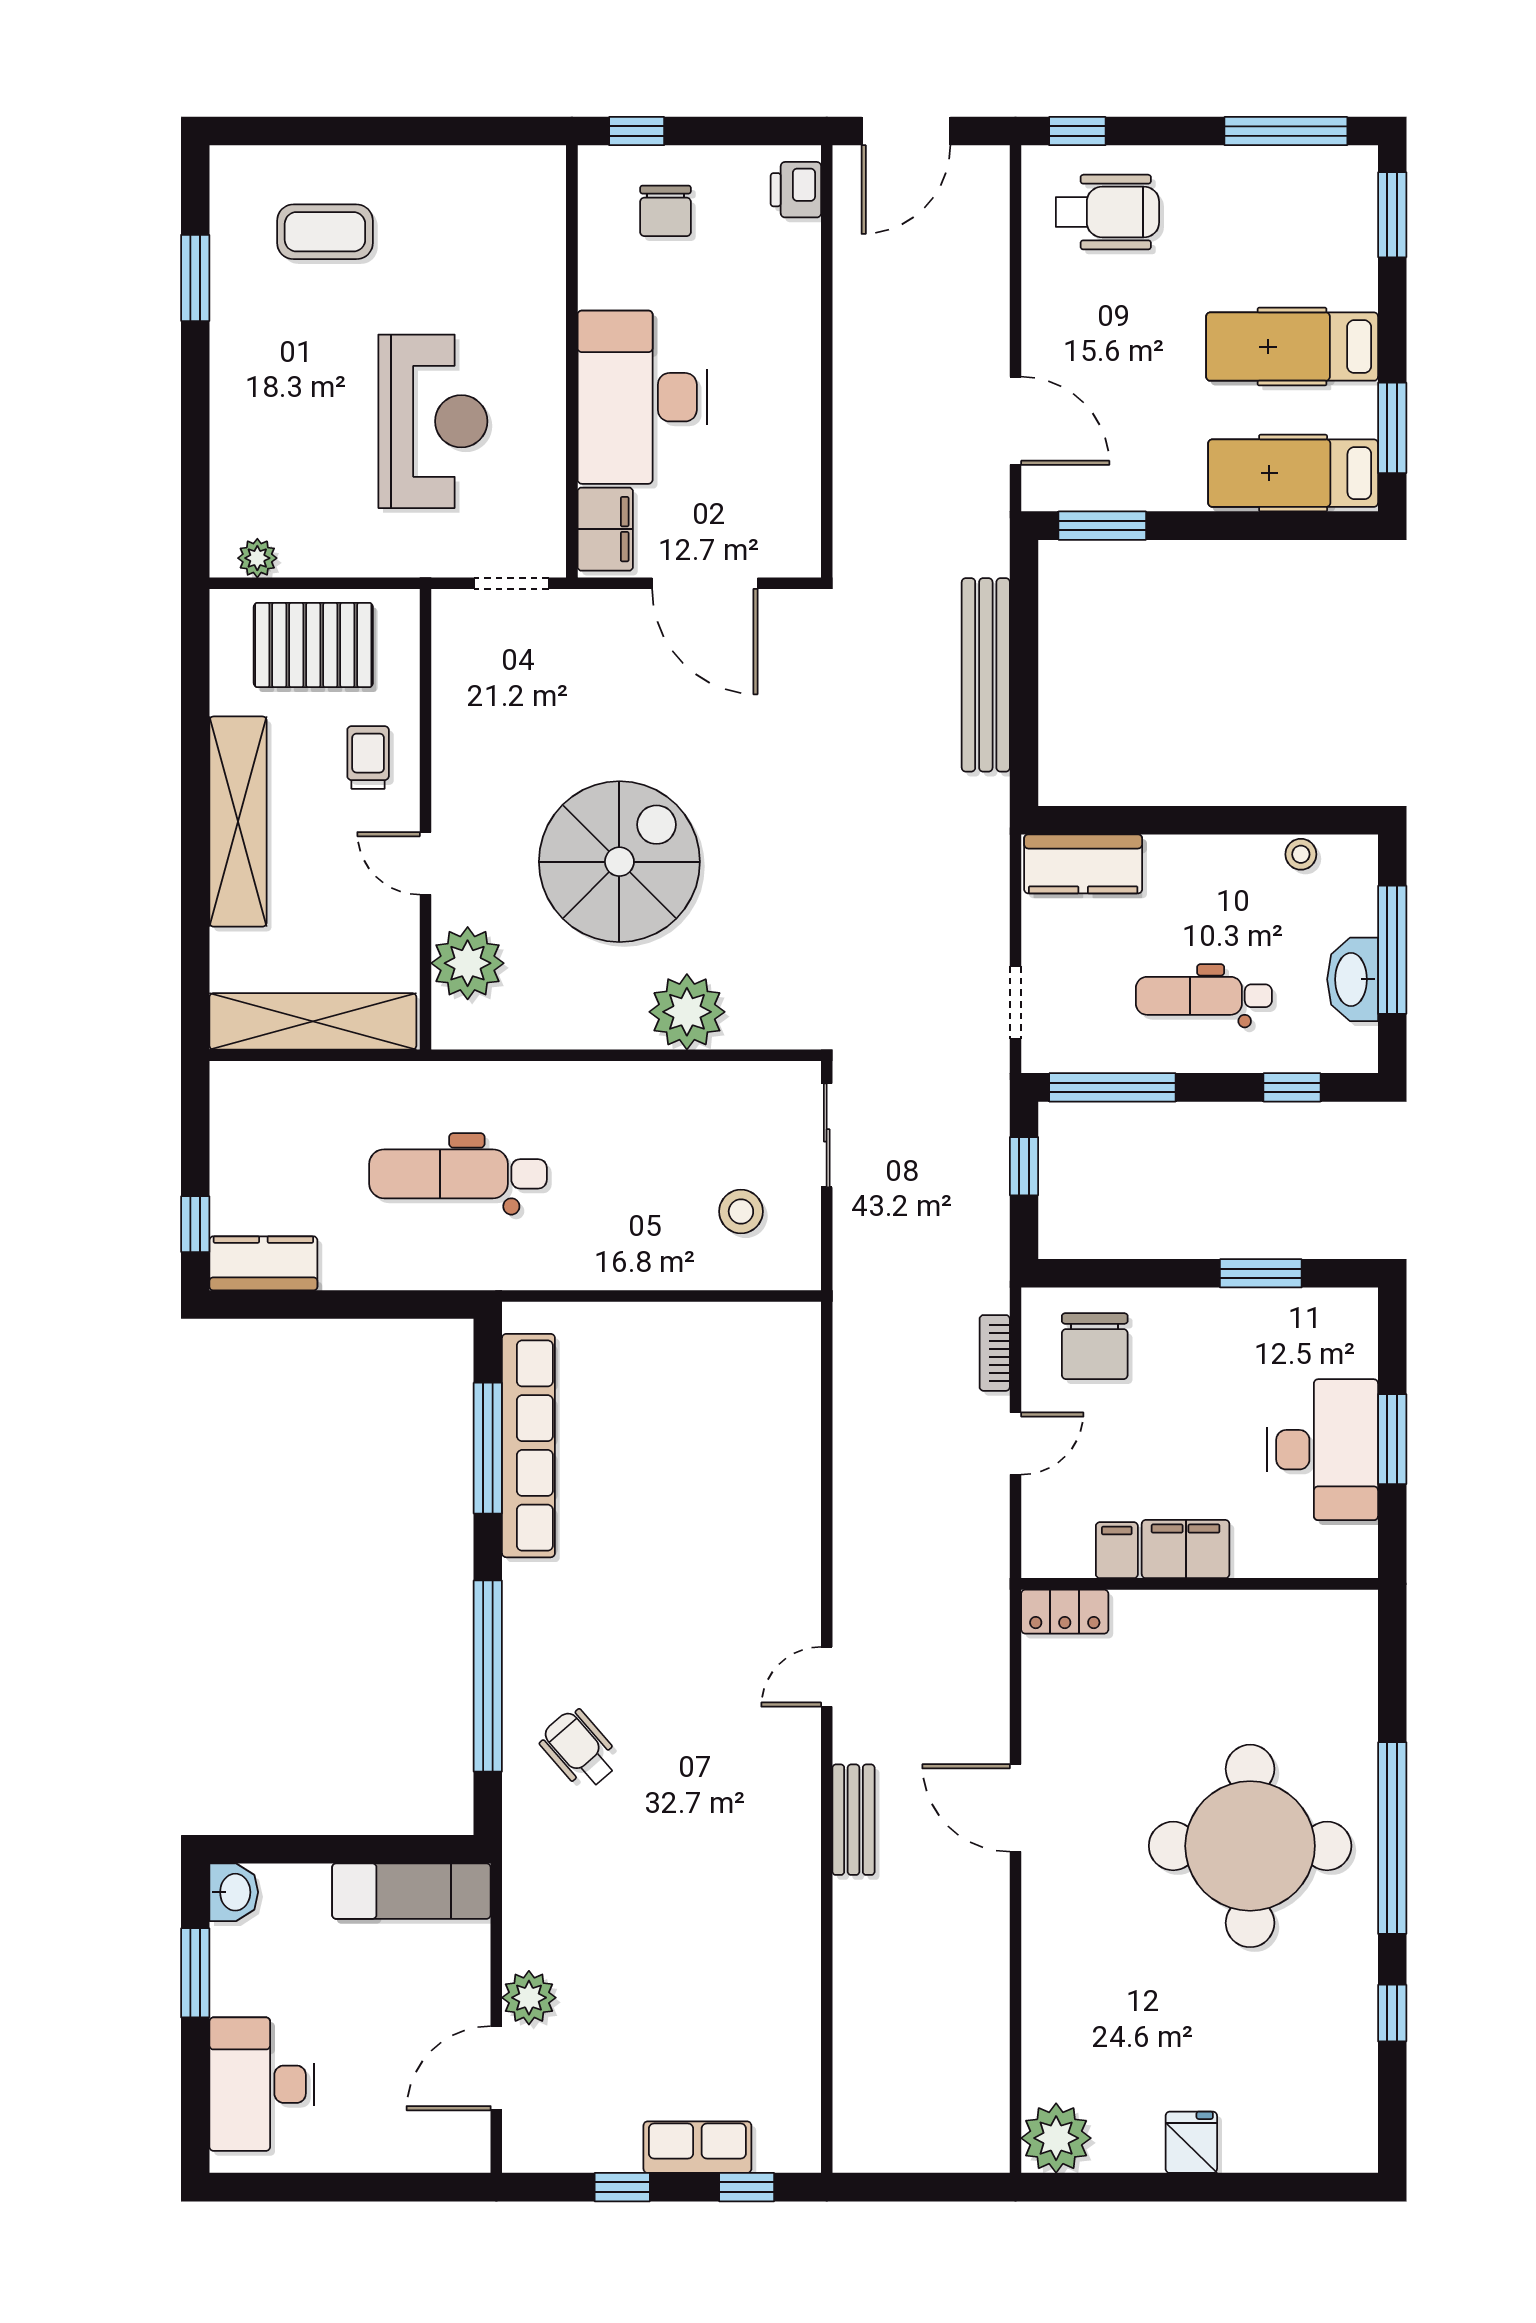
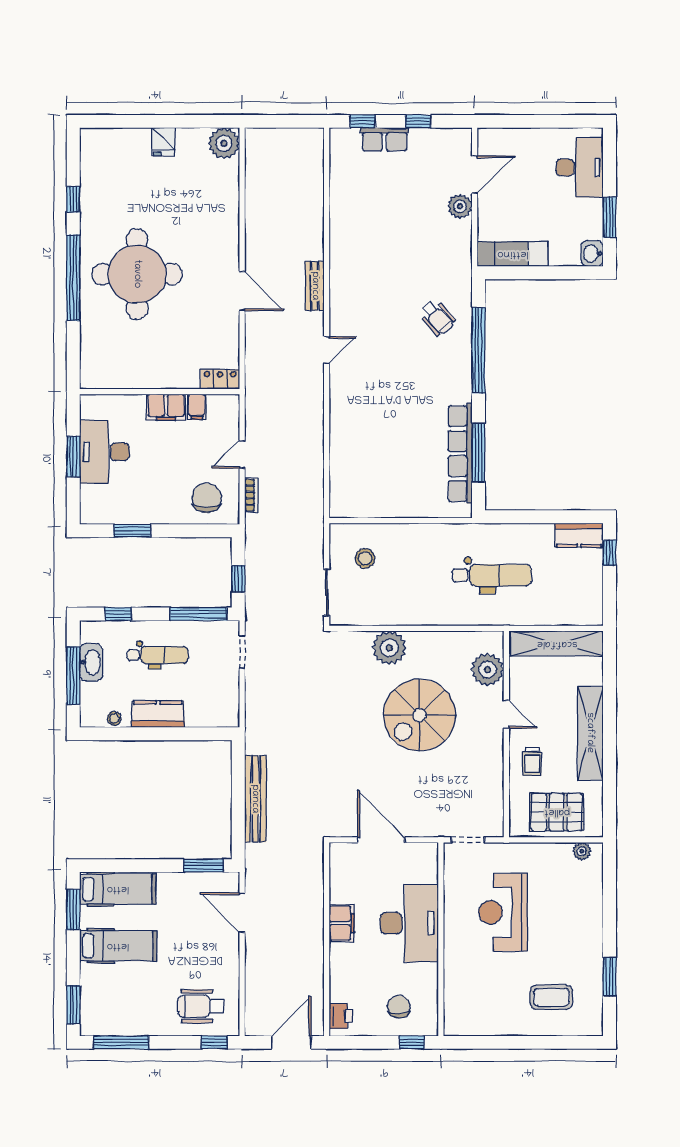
filing cabinet: (605, 529) -> (342, 923), moved, turned 180
kitchen counter: (1083, 864) -> (158, 714), moved

